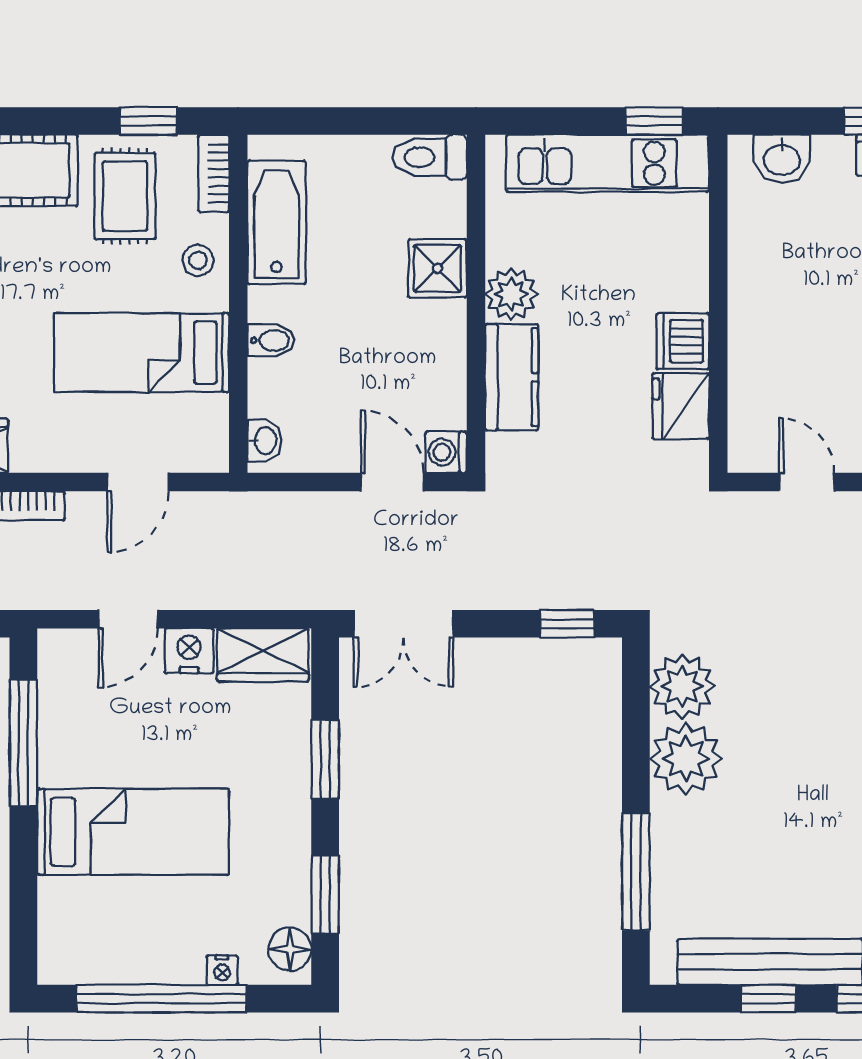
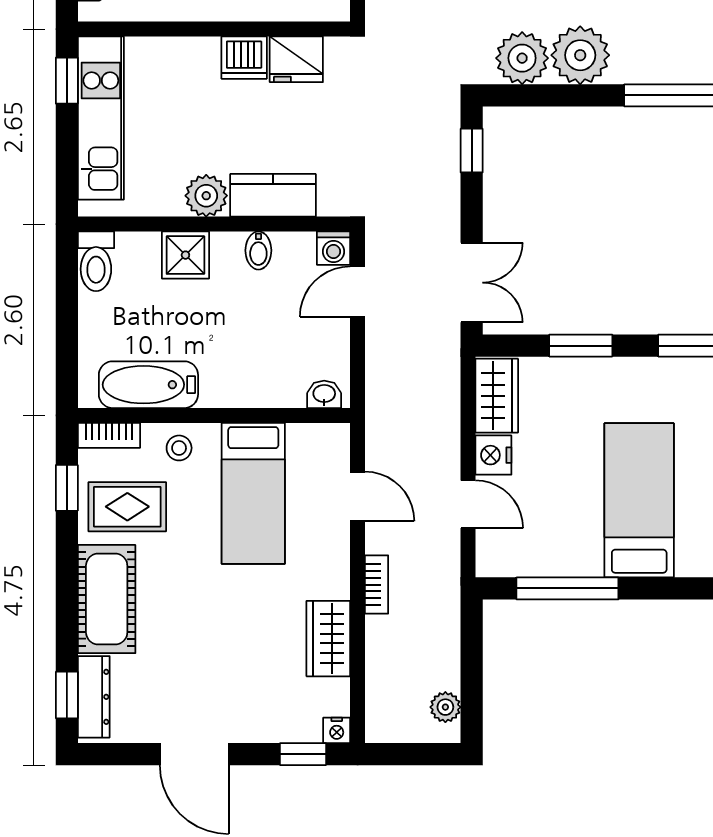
bidet: (271, 340) -> (258, 250), moved, turned 180

